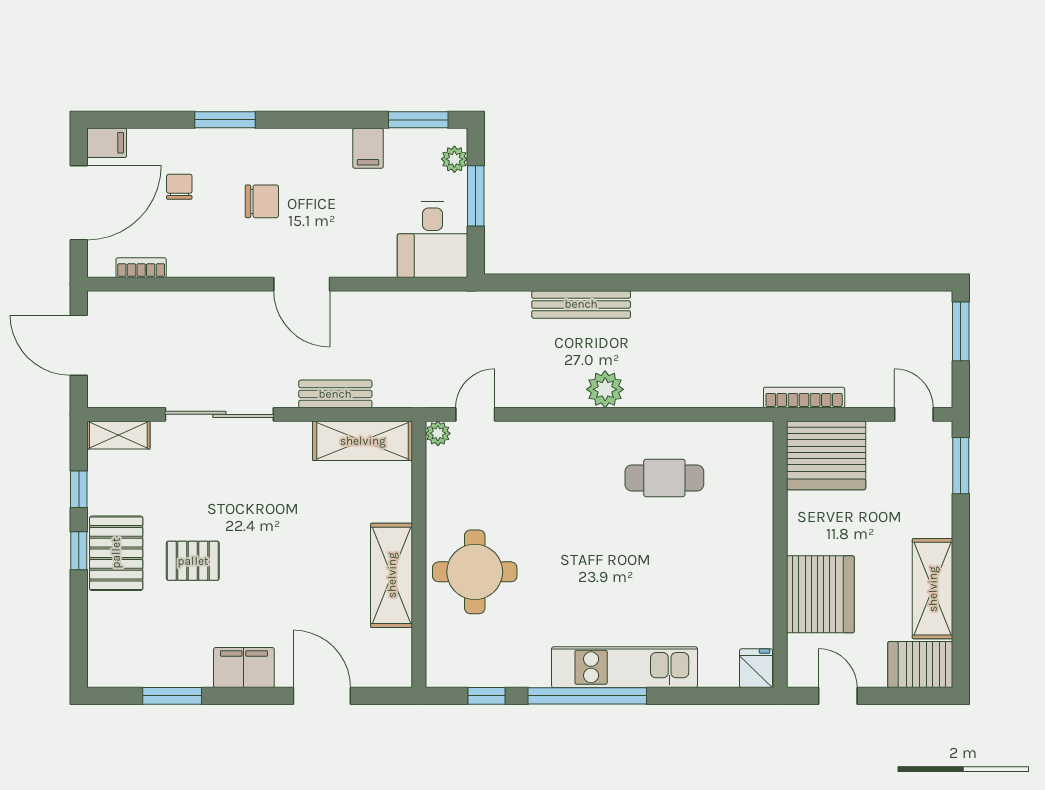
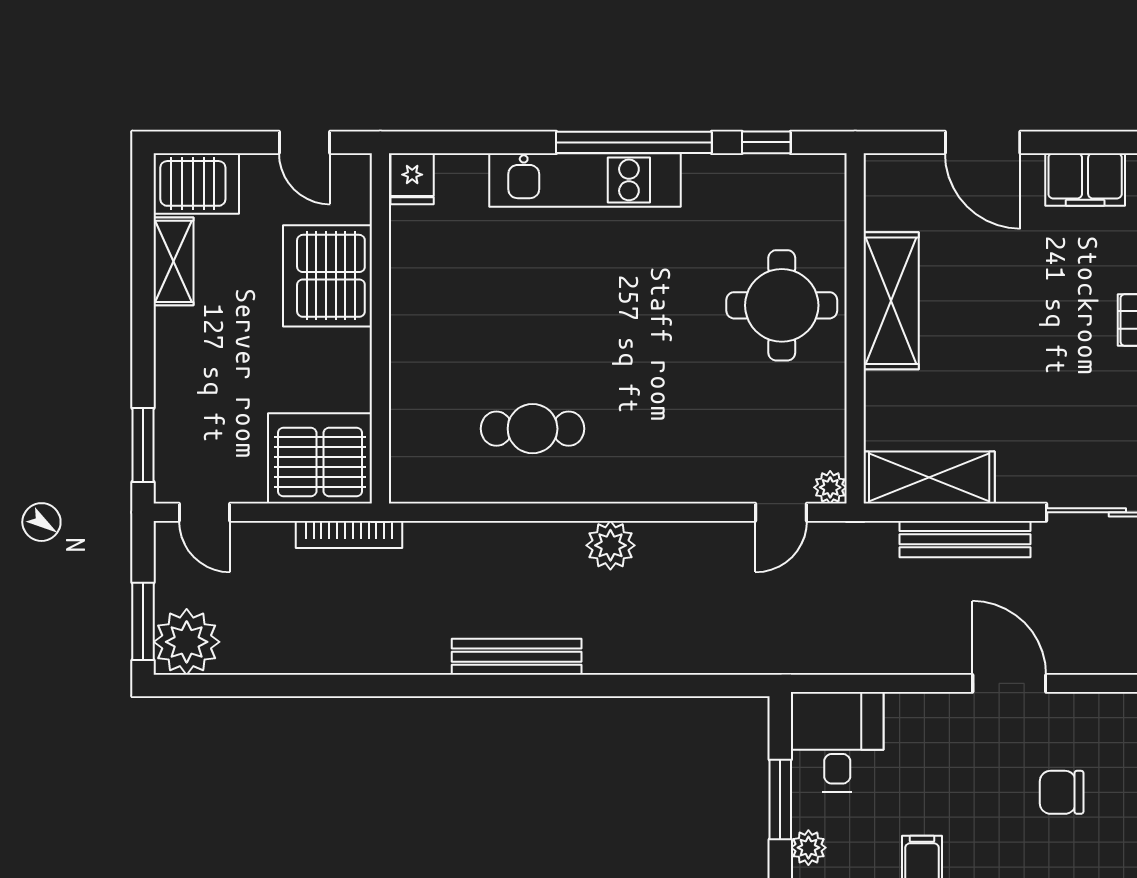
bench: (581, 304) -> (517, 657), moved
plant: (928, 316) -> (187, 642), added
bench: (335, 394) -> (965, 539), width x1.36
shelving: (933, 589) -> (173, 261), width x0.67, depth x0.75

